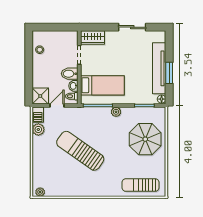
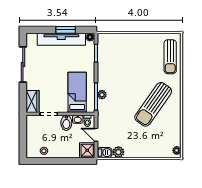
sliding door: (132, 27) -> (23, 64), width x1.37
plant: (116, 112) -> (102, 95), moved
parasol: (145, 139) -> (127, 52), removed
sun lounger: (80, 151) -> (153, 104), moved

